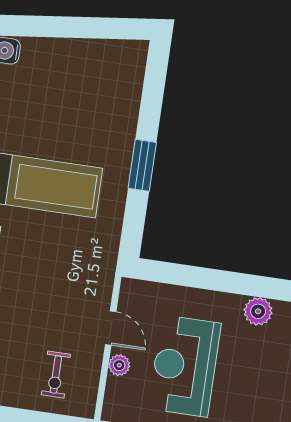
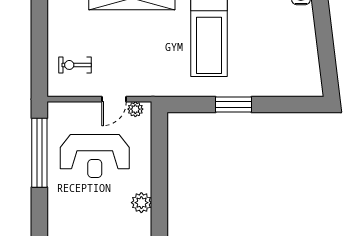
plant: (119, 365) -> (135, 109), moved
reception desk: (185, 366) -> (95, 156), turned 180

